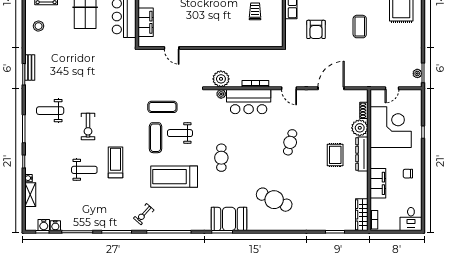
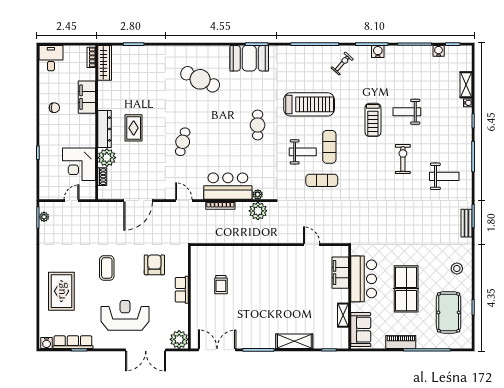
corner desk: (391, 127) -> (79, 164), width x0.74, depth x0.74
water cooler: (44, 225) -> (378, 52), moved

